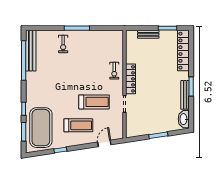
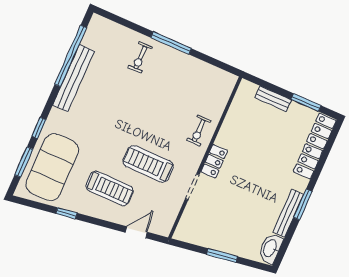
bench: (31, 51) -> (73, 78), moved
locker: (130, 79) -> (214, 161), width x0.66
treadmill: (94, 102) -> (148, 164), turned 180

